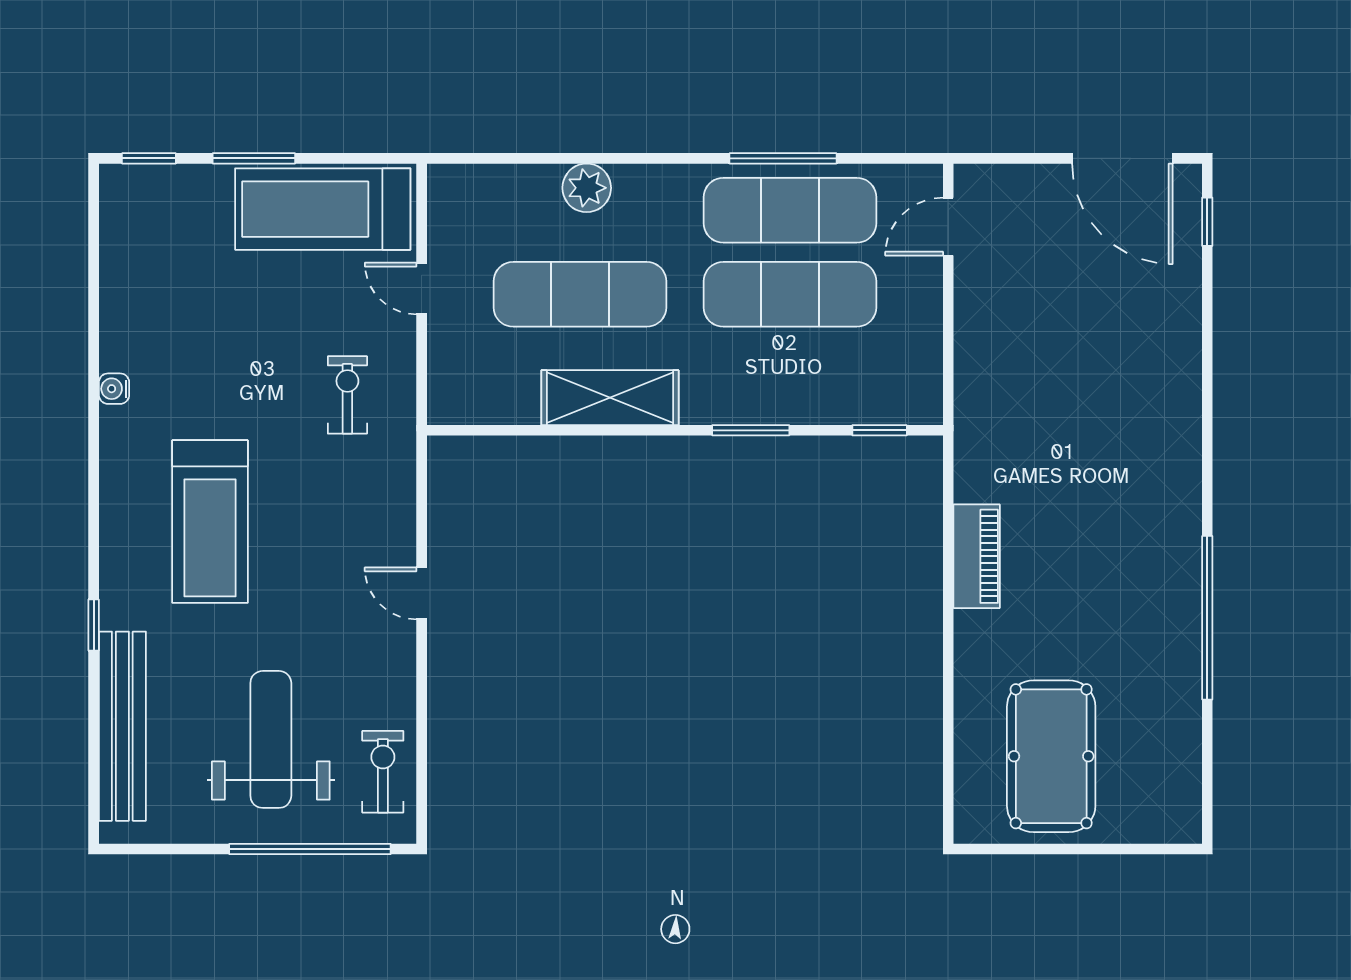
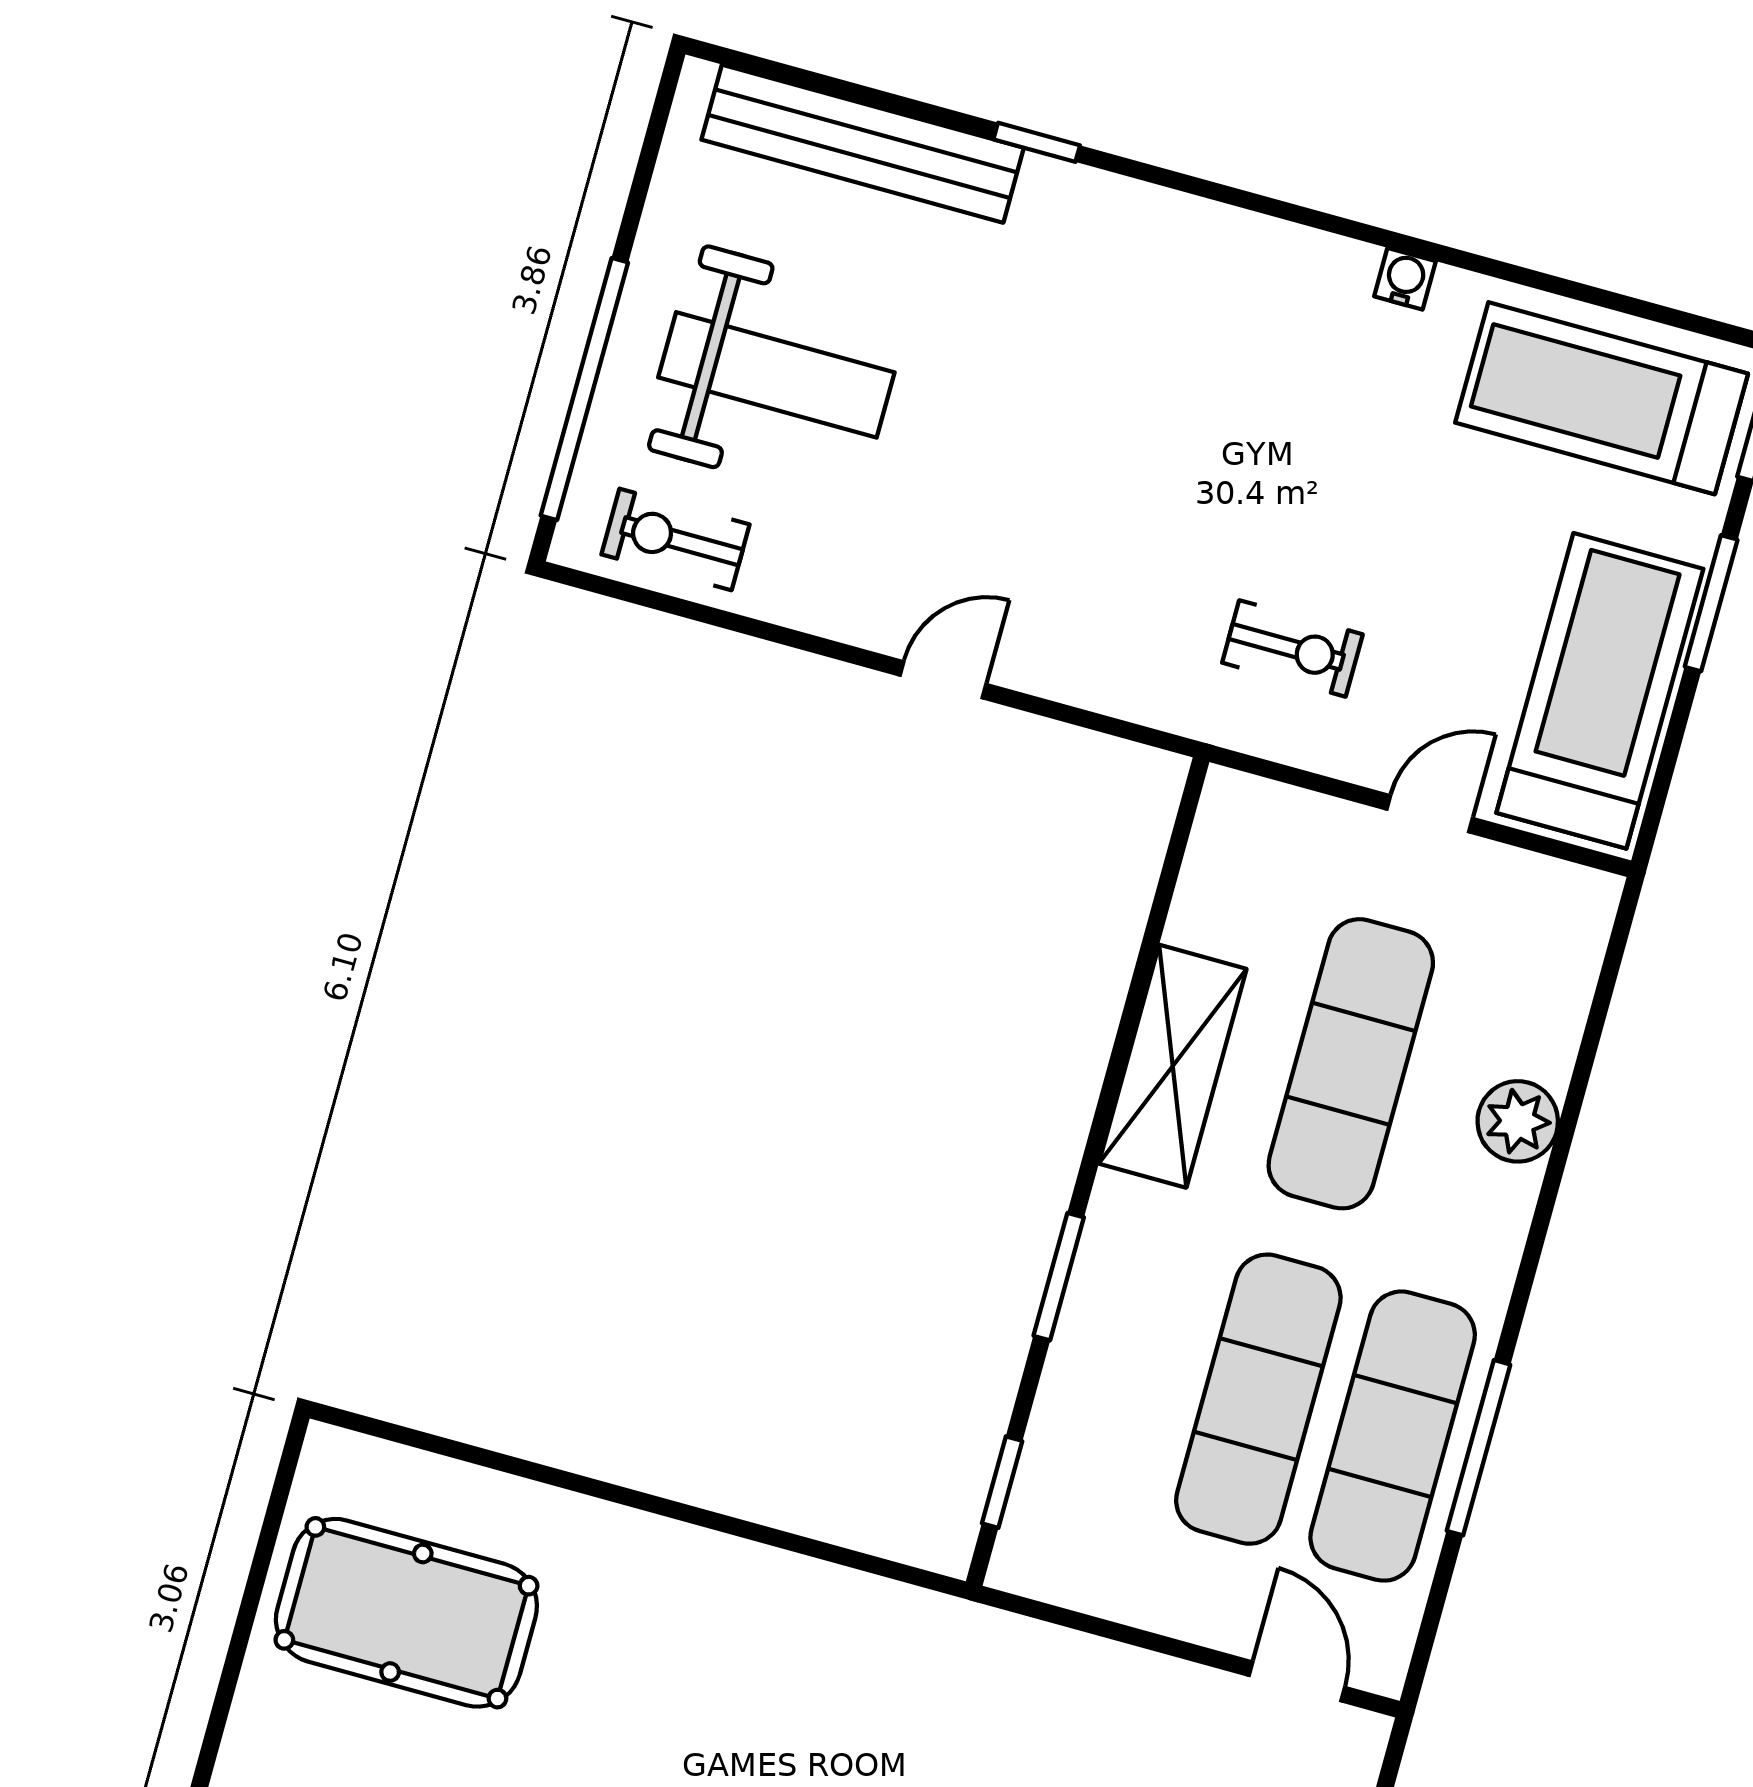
treadmill: (210, 522) -> (1602, 398), moved
piano: (977, 556) -> (758, 1582), removed
exercise bike: (383, 772) -> (676, 539), turned 180

